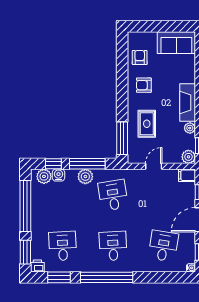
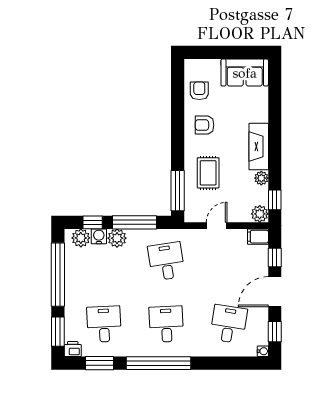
plant: (85, 177) -> (117, 238), moved

